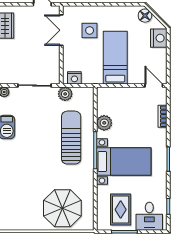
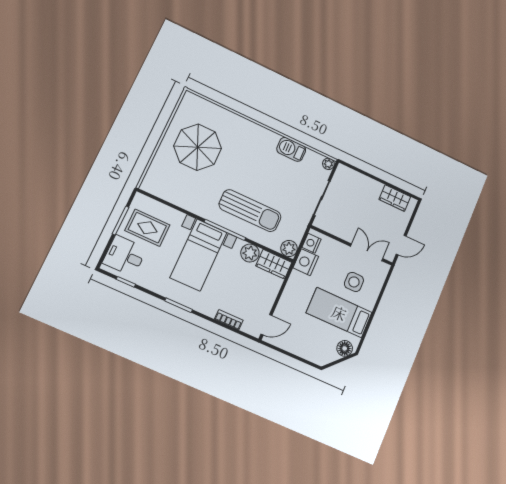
nightstand: (159, 38) -> (306, 262), moved, turned 90
bed: (115, 58) -> (339, 313), moved, turned 180
plant: (65, 94) -> (289, 249), moved
wardrobe: (104, 100) -> (274, 264), added
parasol: (62, 208) -> (198, 147), moved

